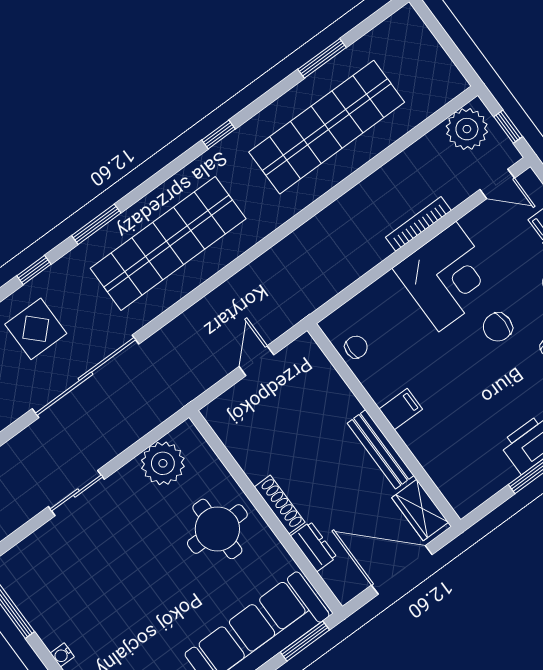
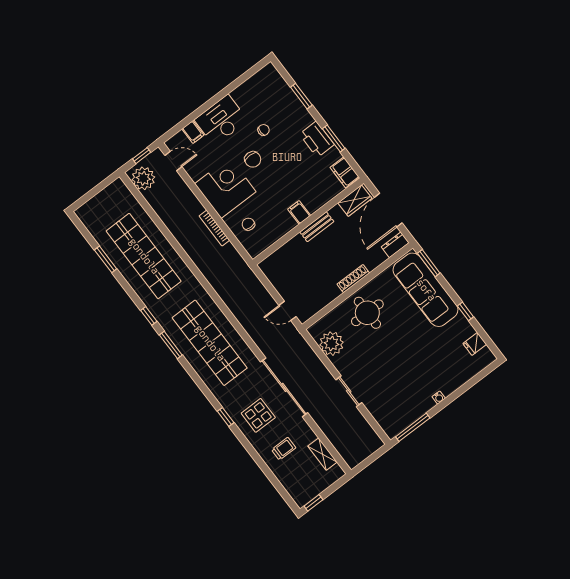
door: (497, 184) -> (173, 161), hinge flipped
window: (96, 224) -> (171, 345), moved
bookcase: (418, 224) -> (214, 228), moved
chair: (356, 347) -> (248, 224), moved
door: (256, 361) -> (288, 311), moved
bench: (381, 449) -> (317, 227), width x0.73
filing cabinet: (471, 492) -> (345, 172), added
dresser: (314, 547) -> (395, 245), moved

